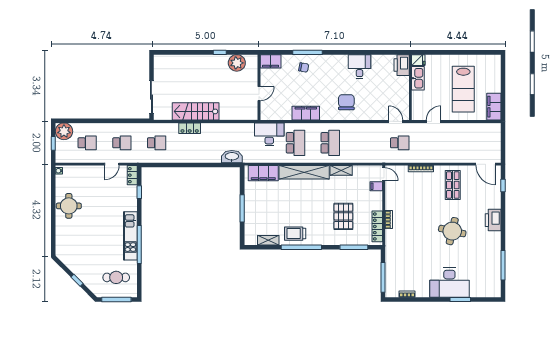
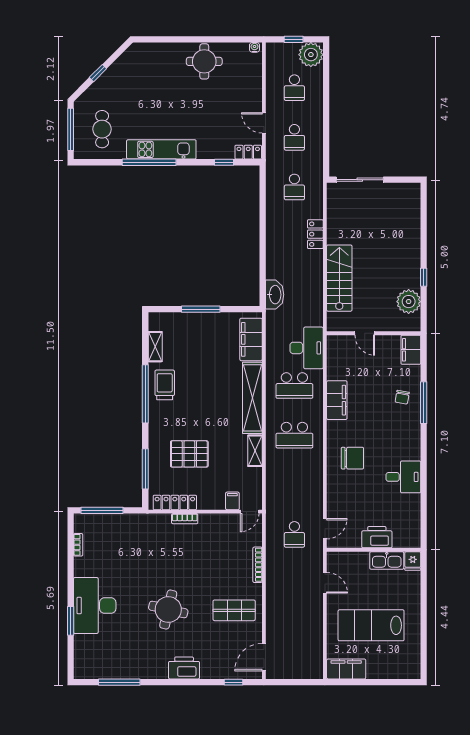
printer: (402, 65) -> (377, 537), moved
stairs: (196, 111) -> (339, 278), moved

